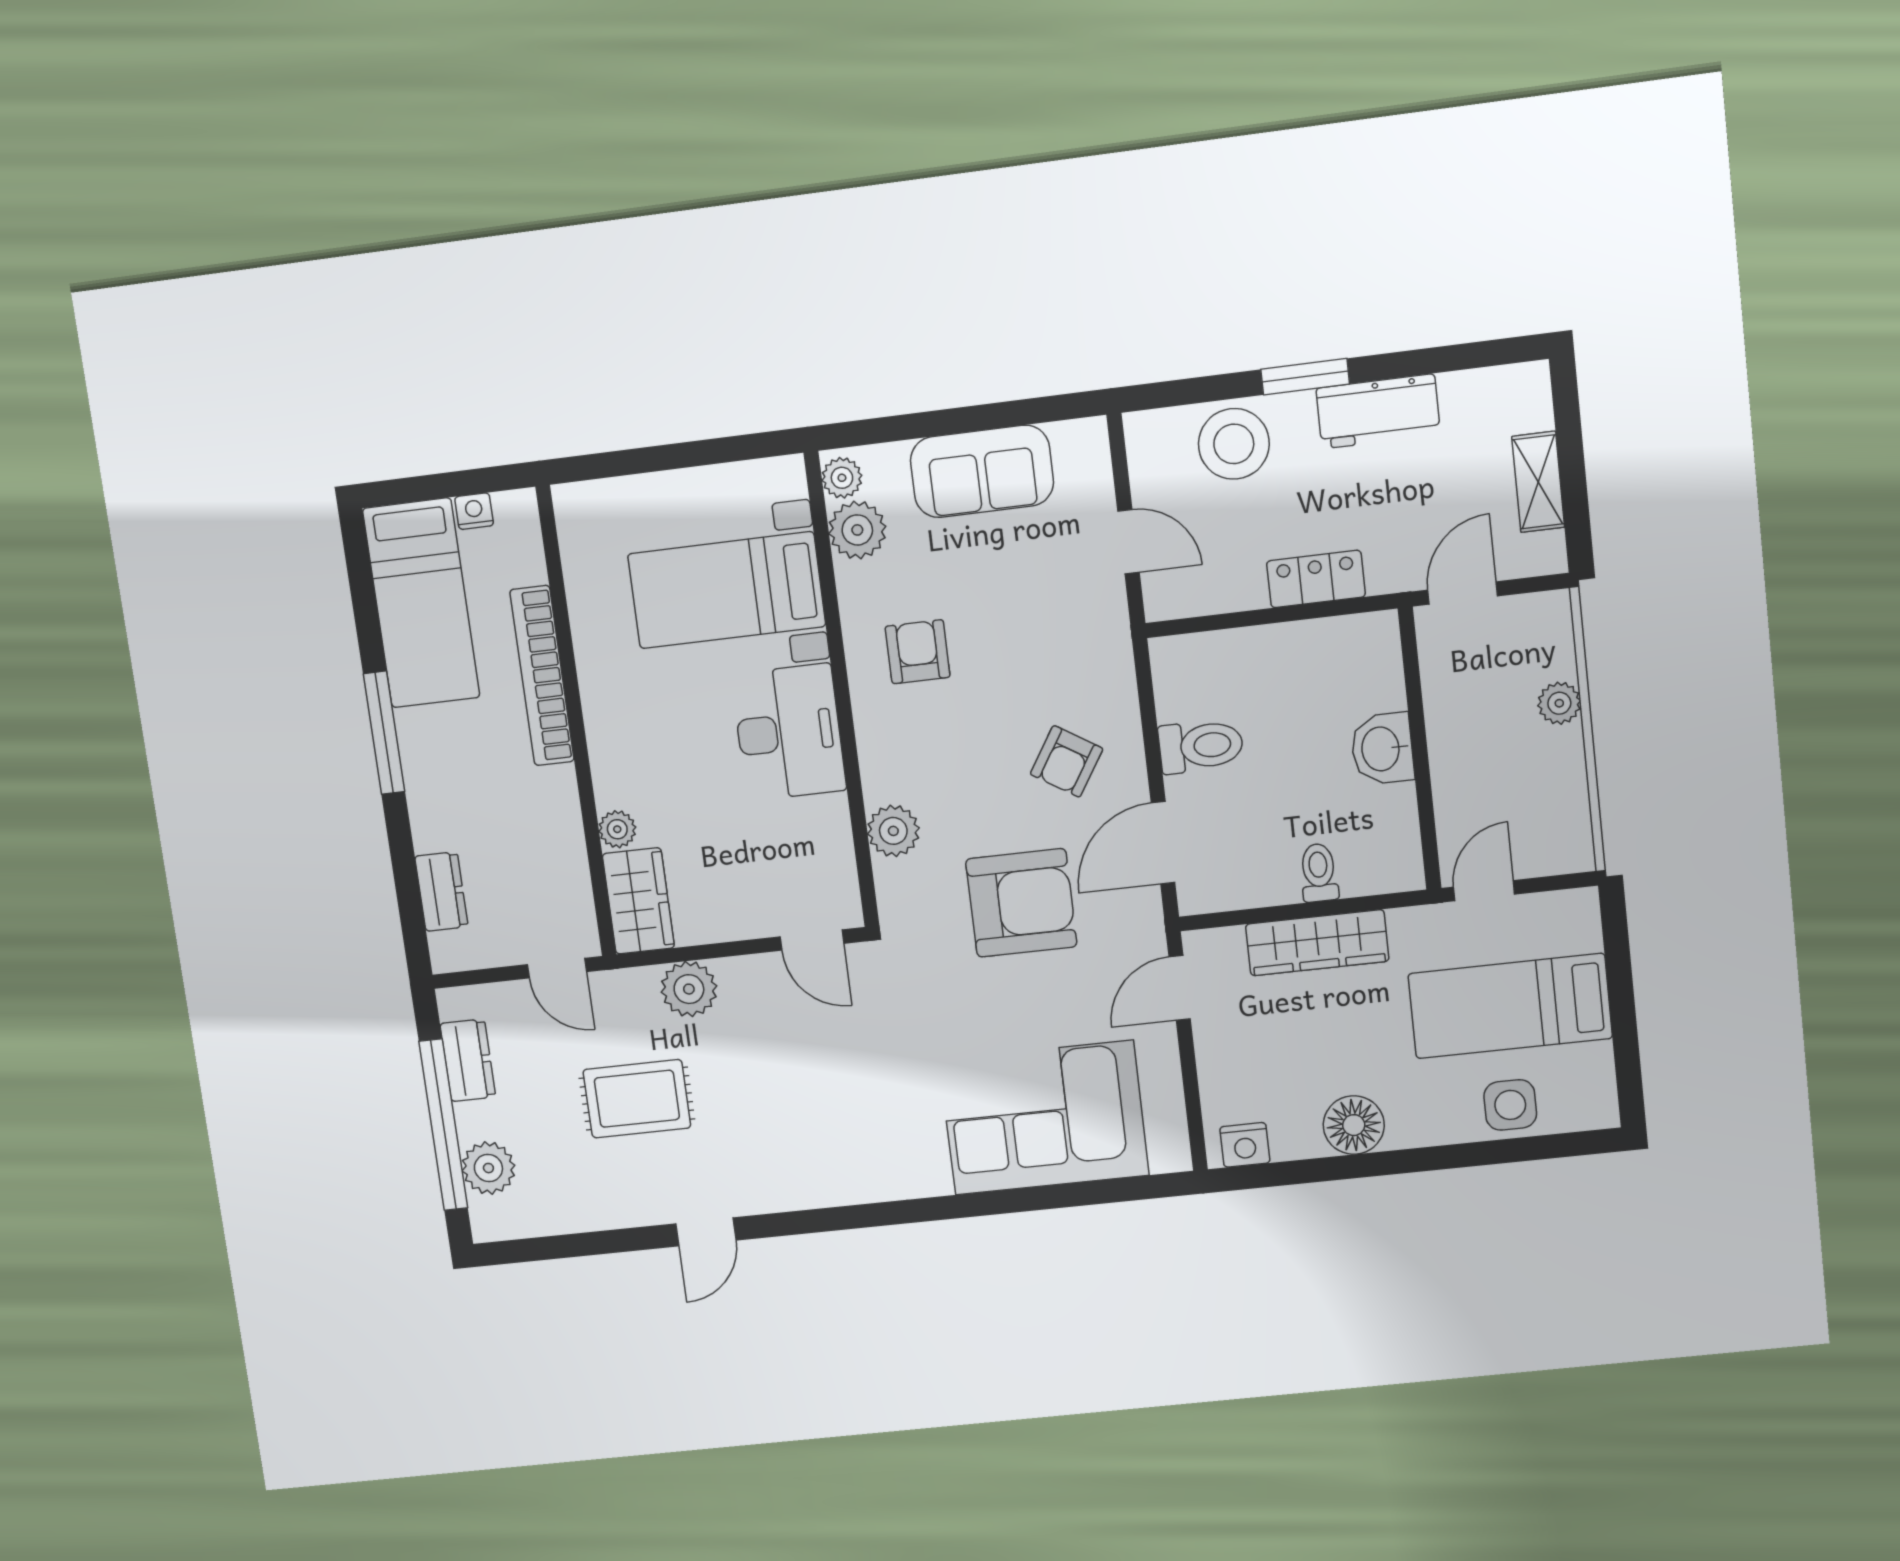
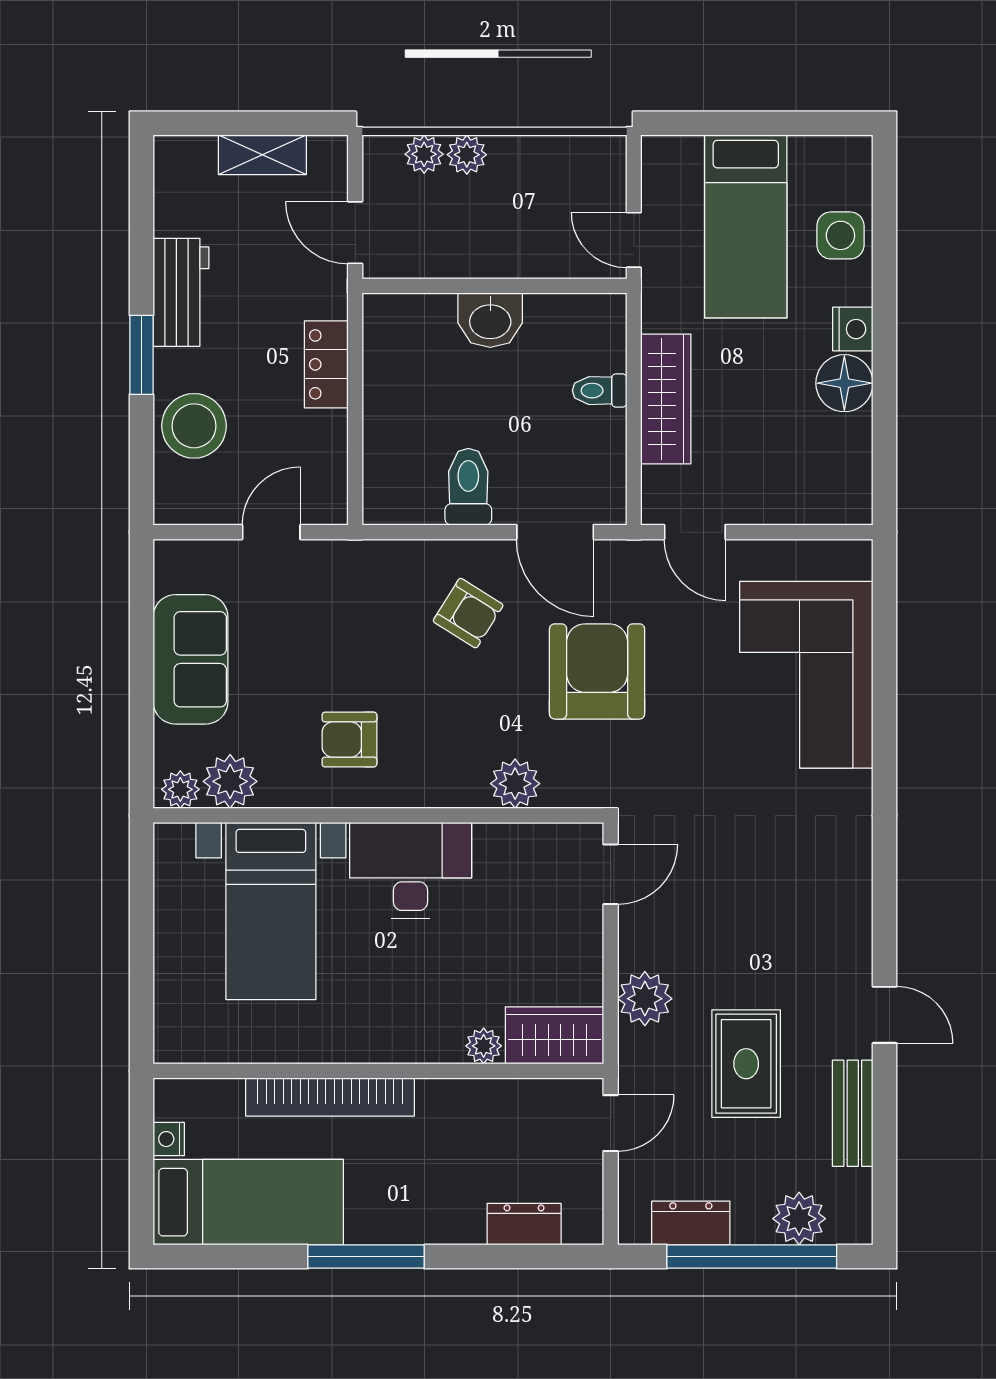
plant: (1555, 657) -> (424, 154), added
nightstand: (1245, 1145) -> (853, 329), moved
bench: (602, 1210) -> (853, 1113), added

